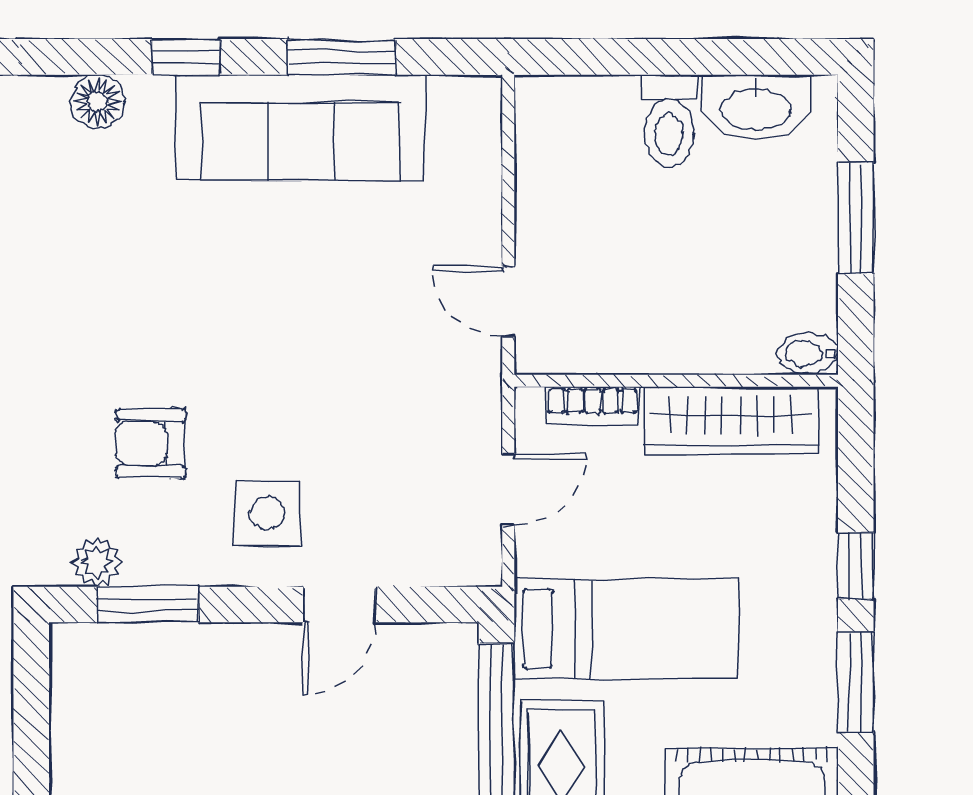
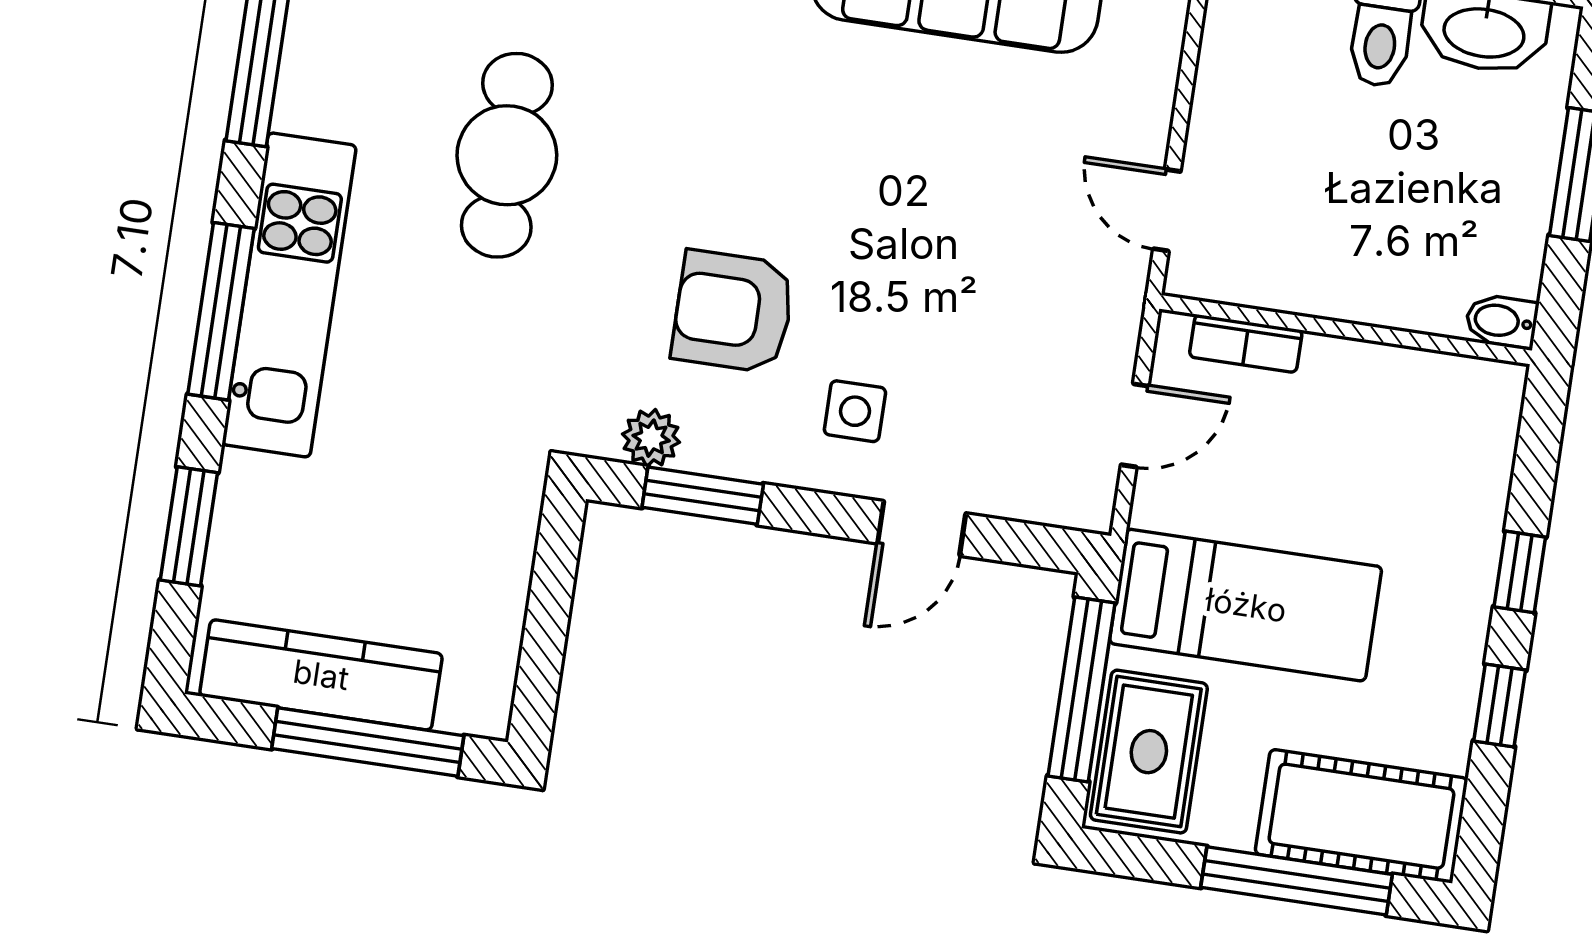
wardrobe: (731, 420) -> (1402, 384), removed
armchair: (151, 444) -> (733, 312), width x1.38, depth x1.38
side table: (267, 513) -> (855, 411), width x0.73, depth x0.73
window: (856, 682) -> (1500, 706), width x0.67

